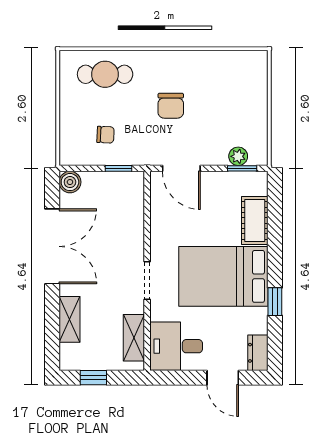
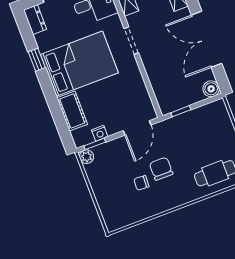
chair: (105, 135) -> (141, 183), moved
plant: (238, 156) -> (87, 157), moved
door: (181, 168) -> (137, 128), swing flipped
nightstand: (231, 179) -> (100, 133), added

